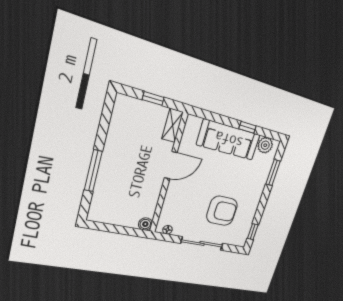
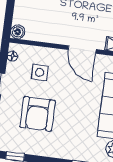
side table: (186, 207) -> (40, 72), added

